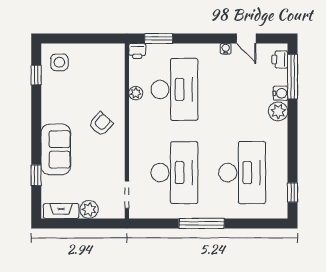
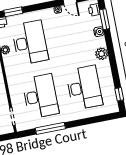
window: (293, 77) -> (105, 19), width x0.69
plant: (278, 111) -> (102, 54), moved
window: (202, 223) -> (50, 128), moved

